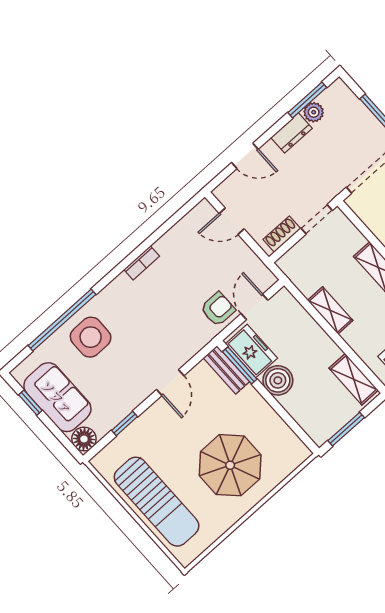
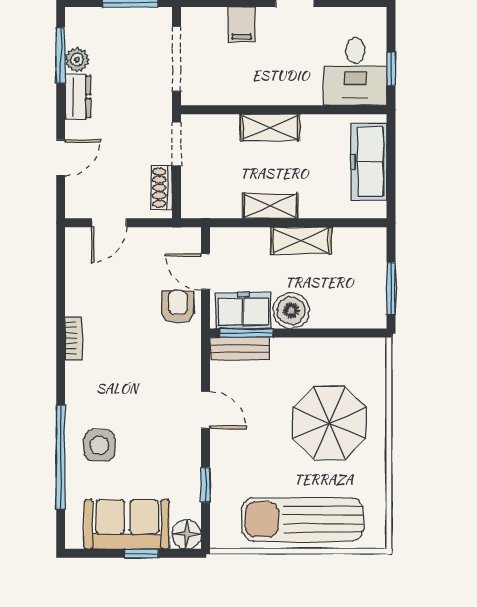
side table: (91, 337) -> (99, 445), width x0.73, depth x0.73
shelving: (354, 379) -> (301, 241), moved
window: (30, 403) -> (142, 553), moved
sun lounger: (157, 502) -> (303, 519), turned 180

